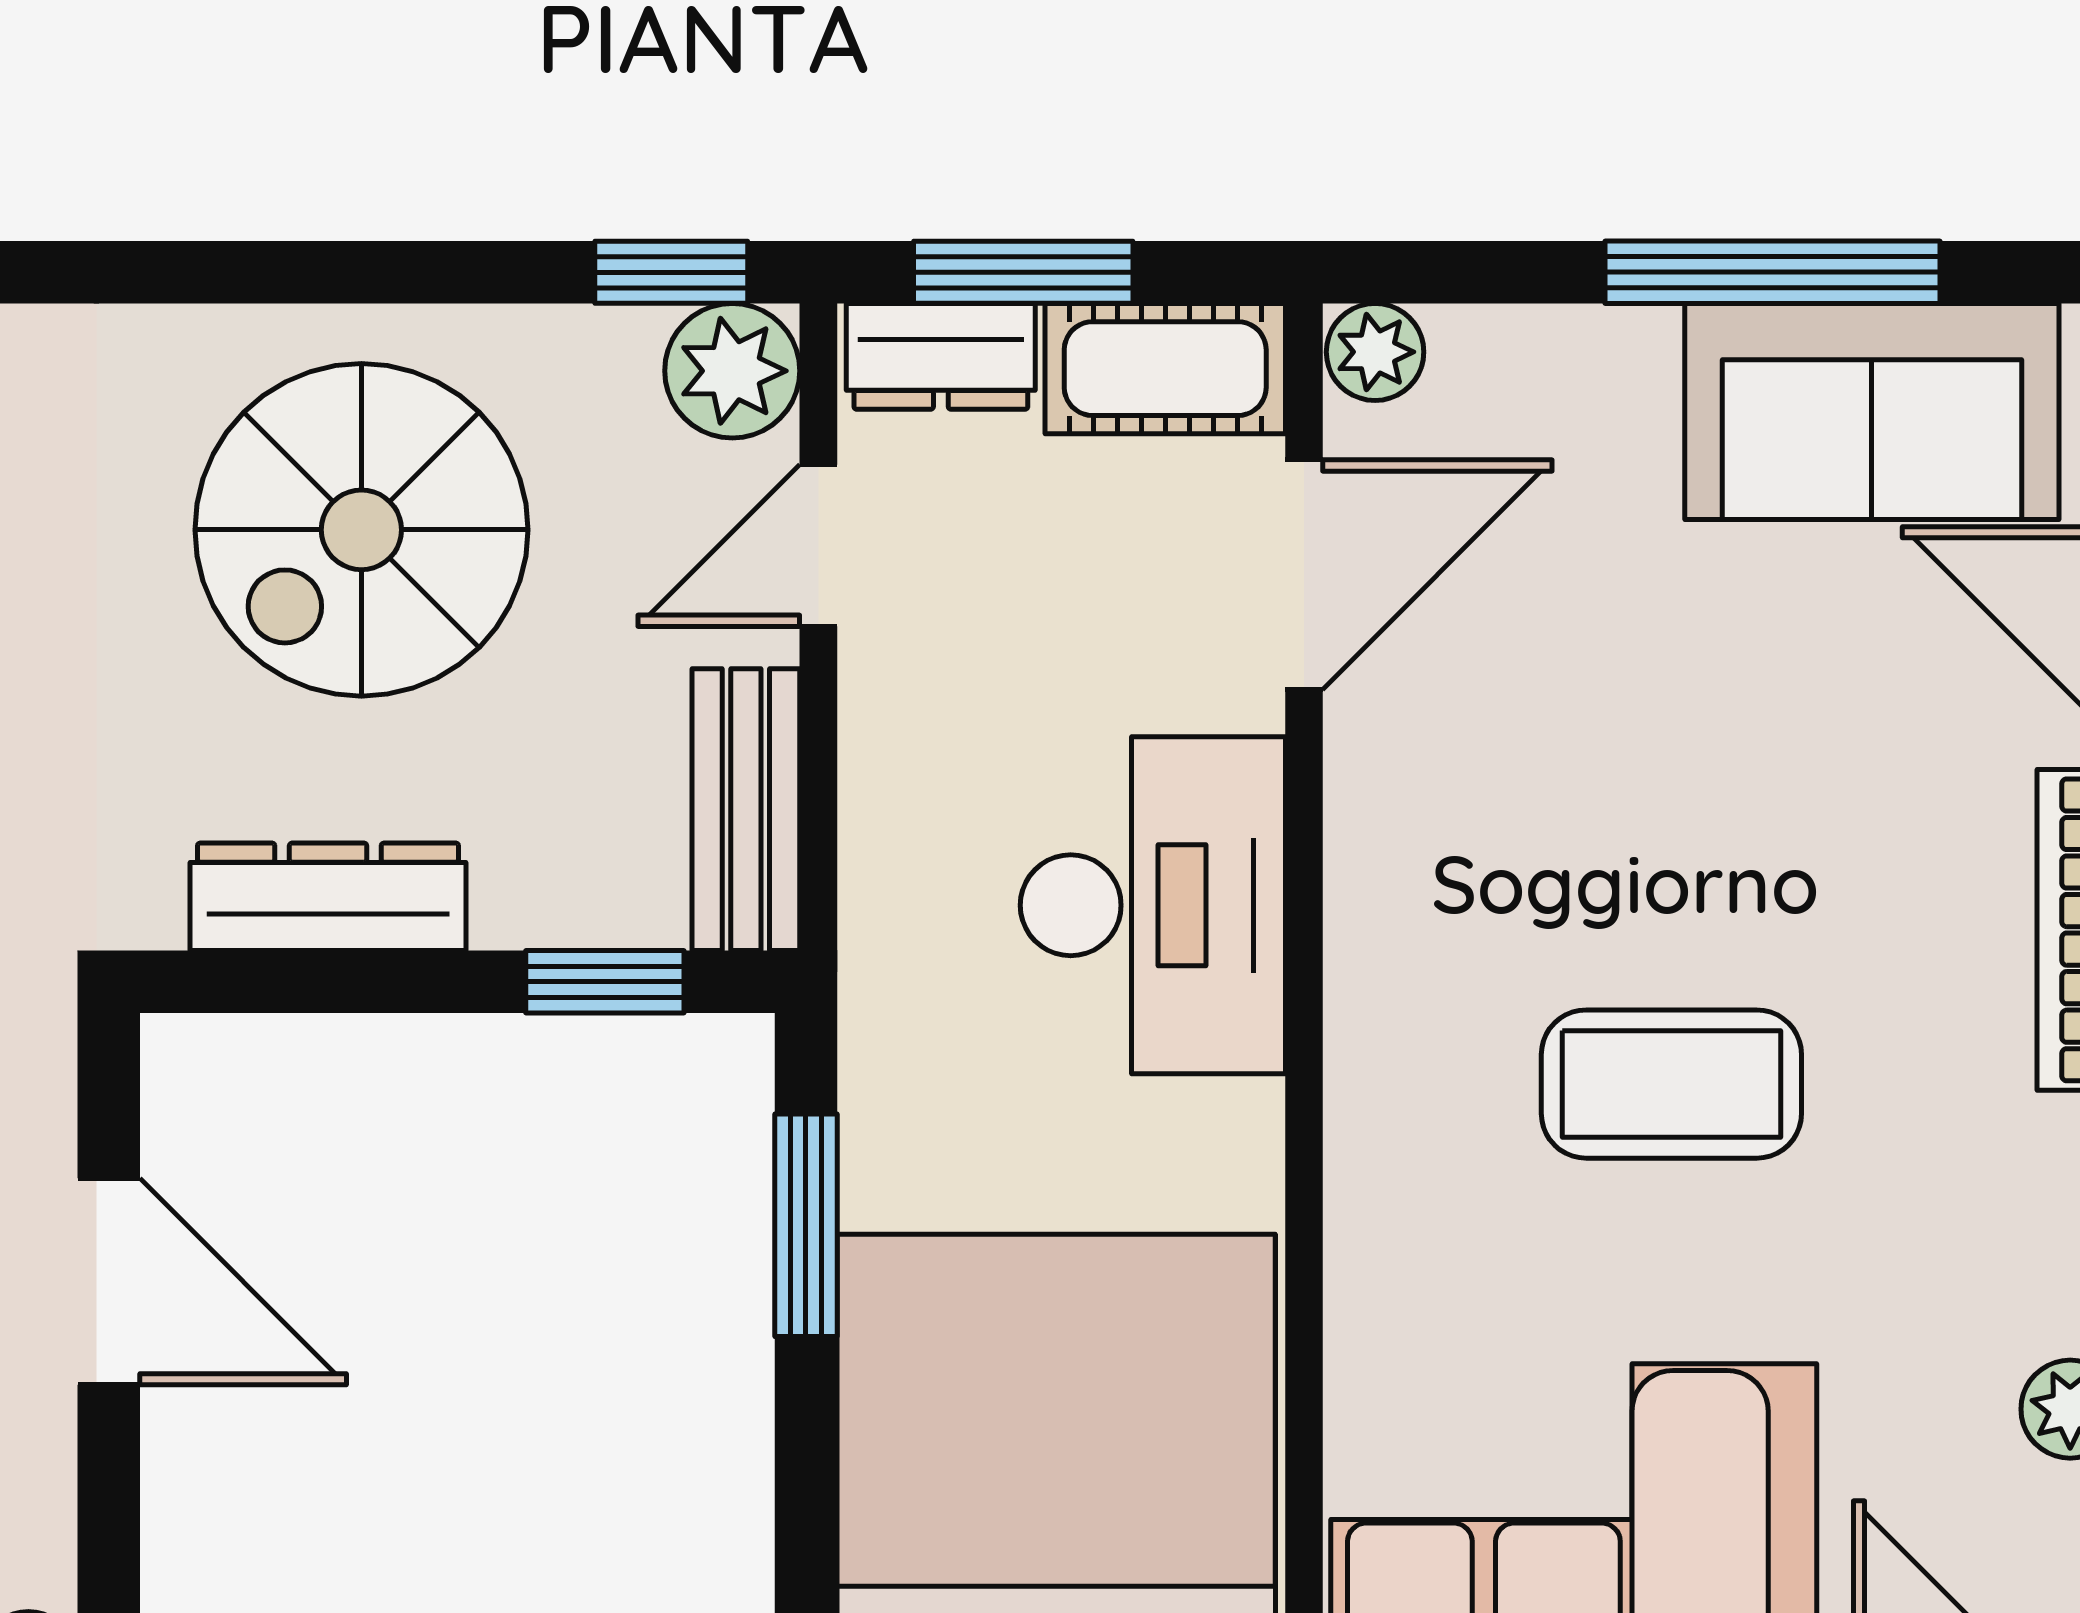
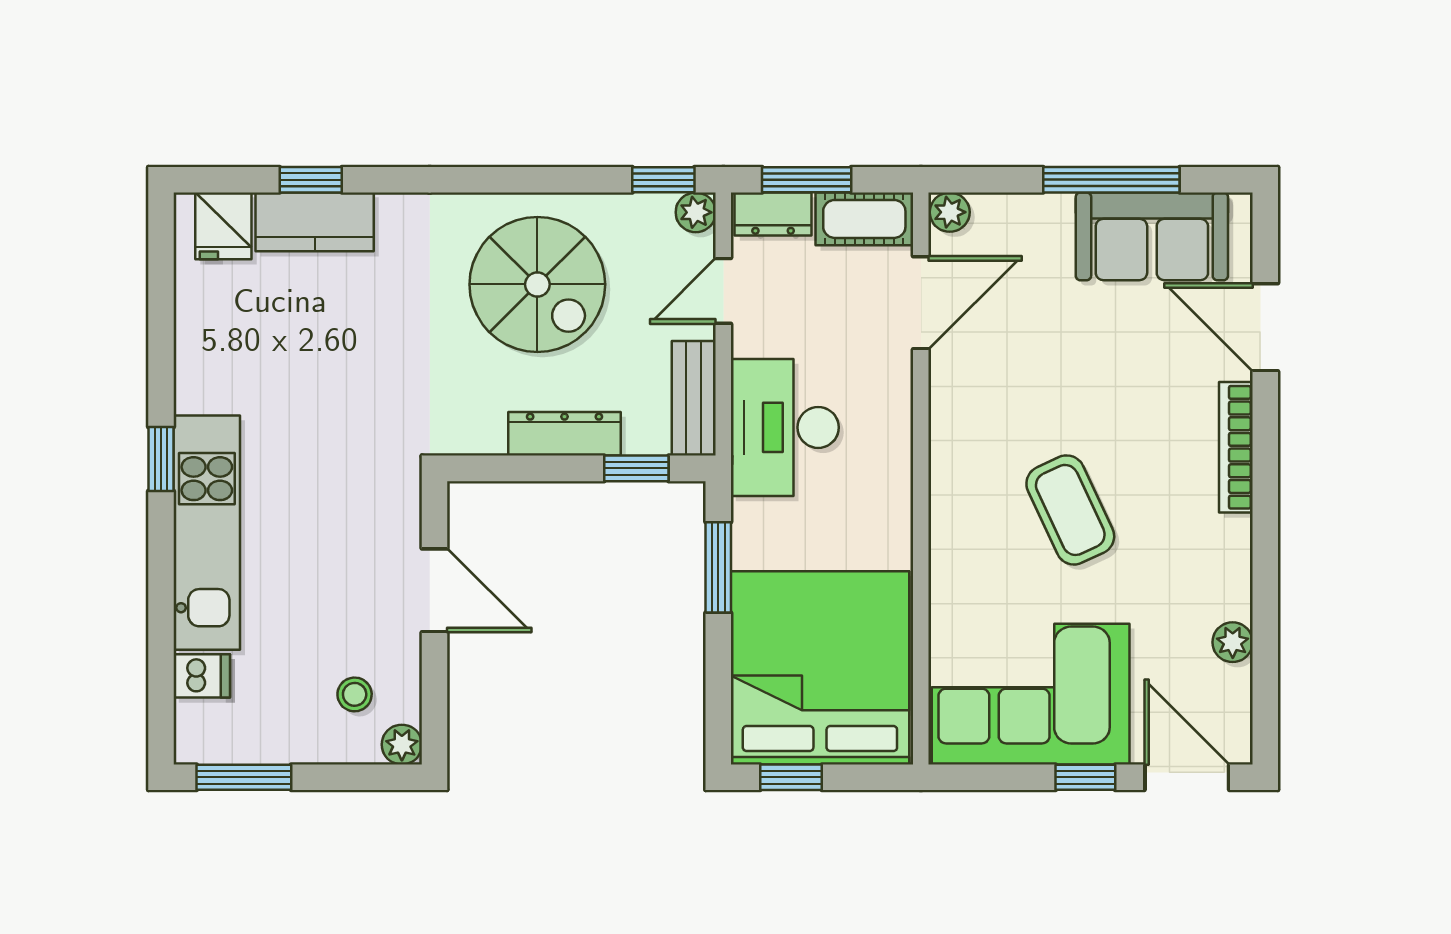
plant: (732, 371) -> (696, 212), width x0.73, depth x0.73
spiral stairs: (361, 530) -> (537, 284), turned -90
dresser: (328, 897) -> (564, 434), moved
desk: (1153, 905) -> (785, 427), moved, turned 180
coffee table: (1671, 1084) -> (1070, 510), turned 65

